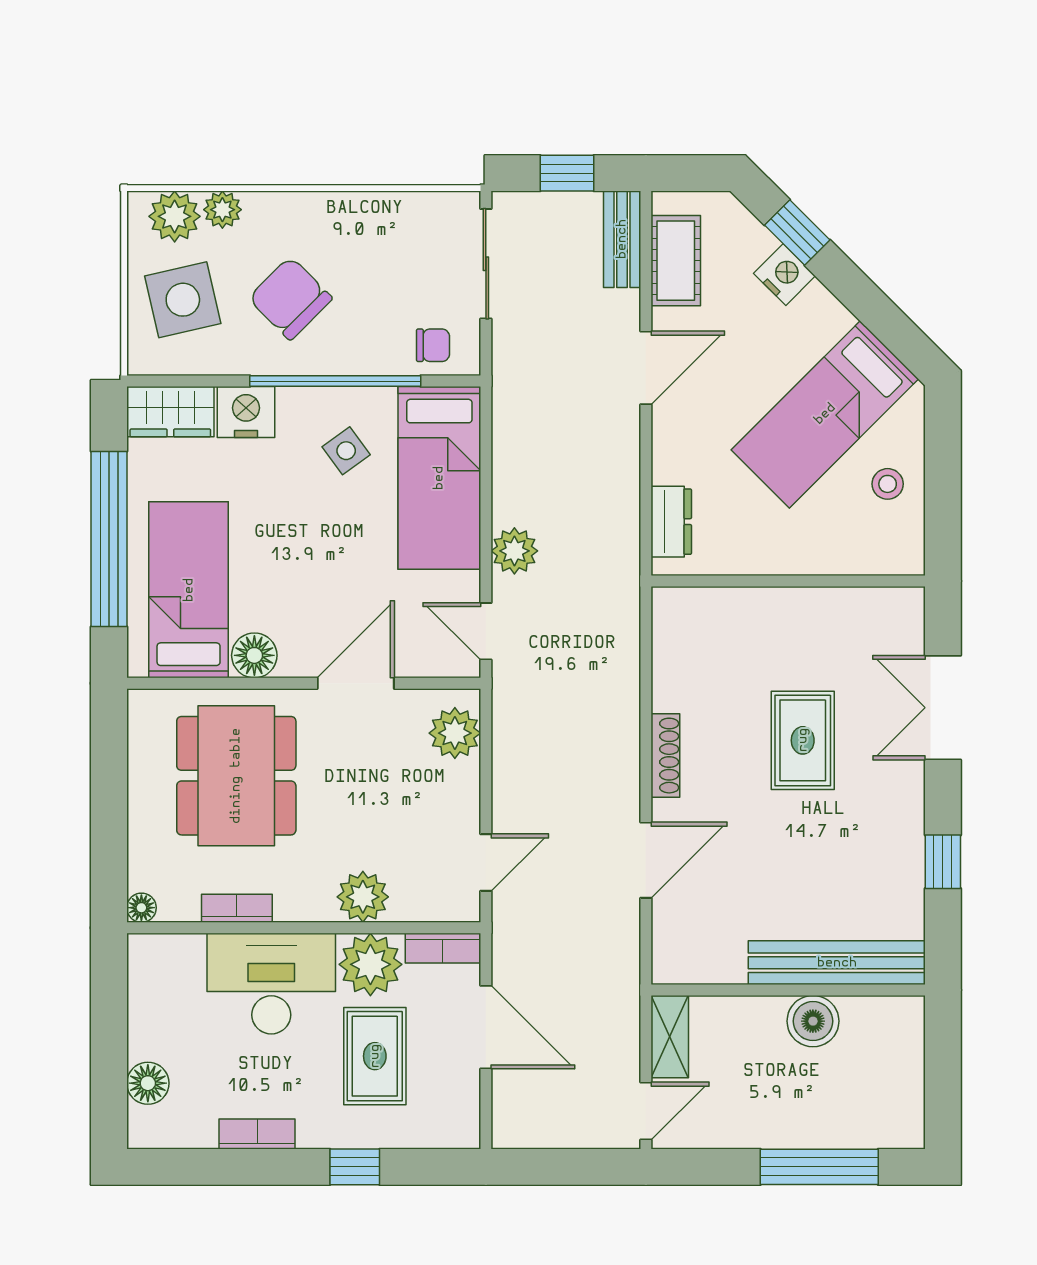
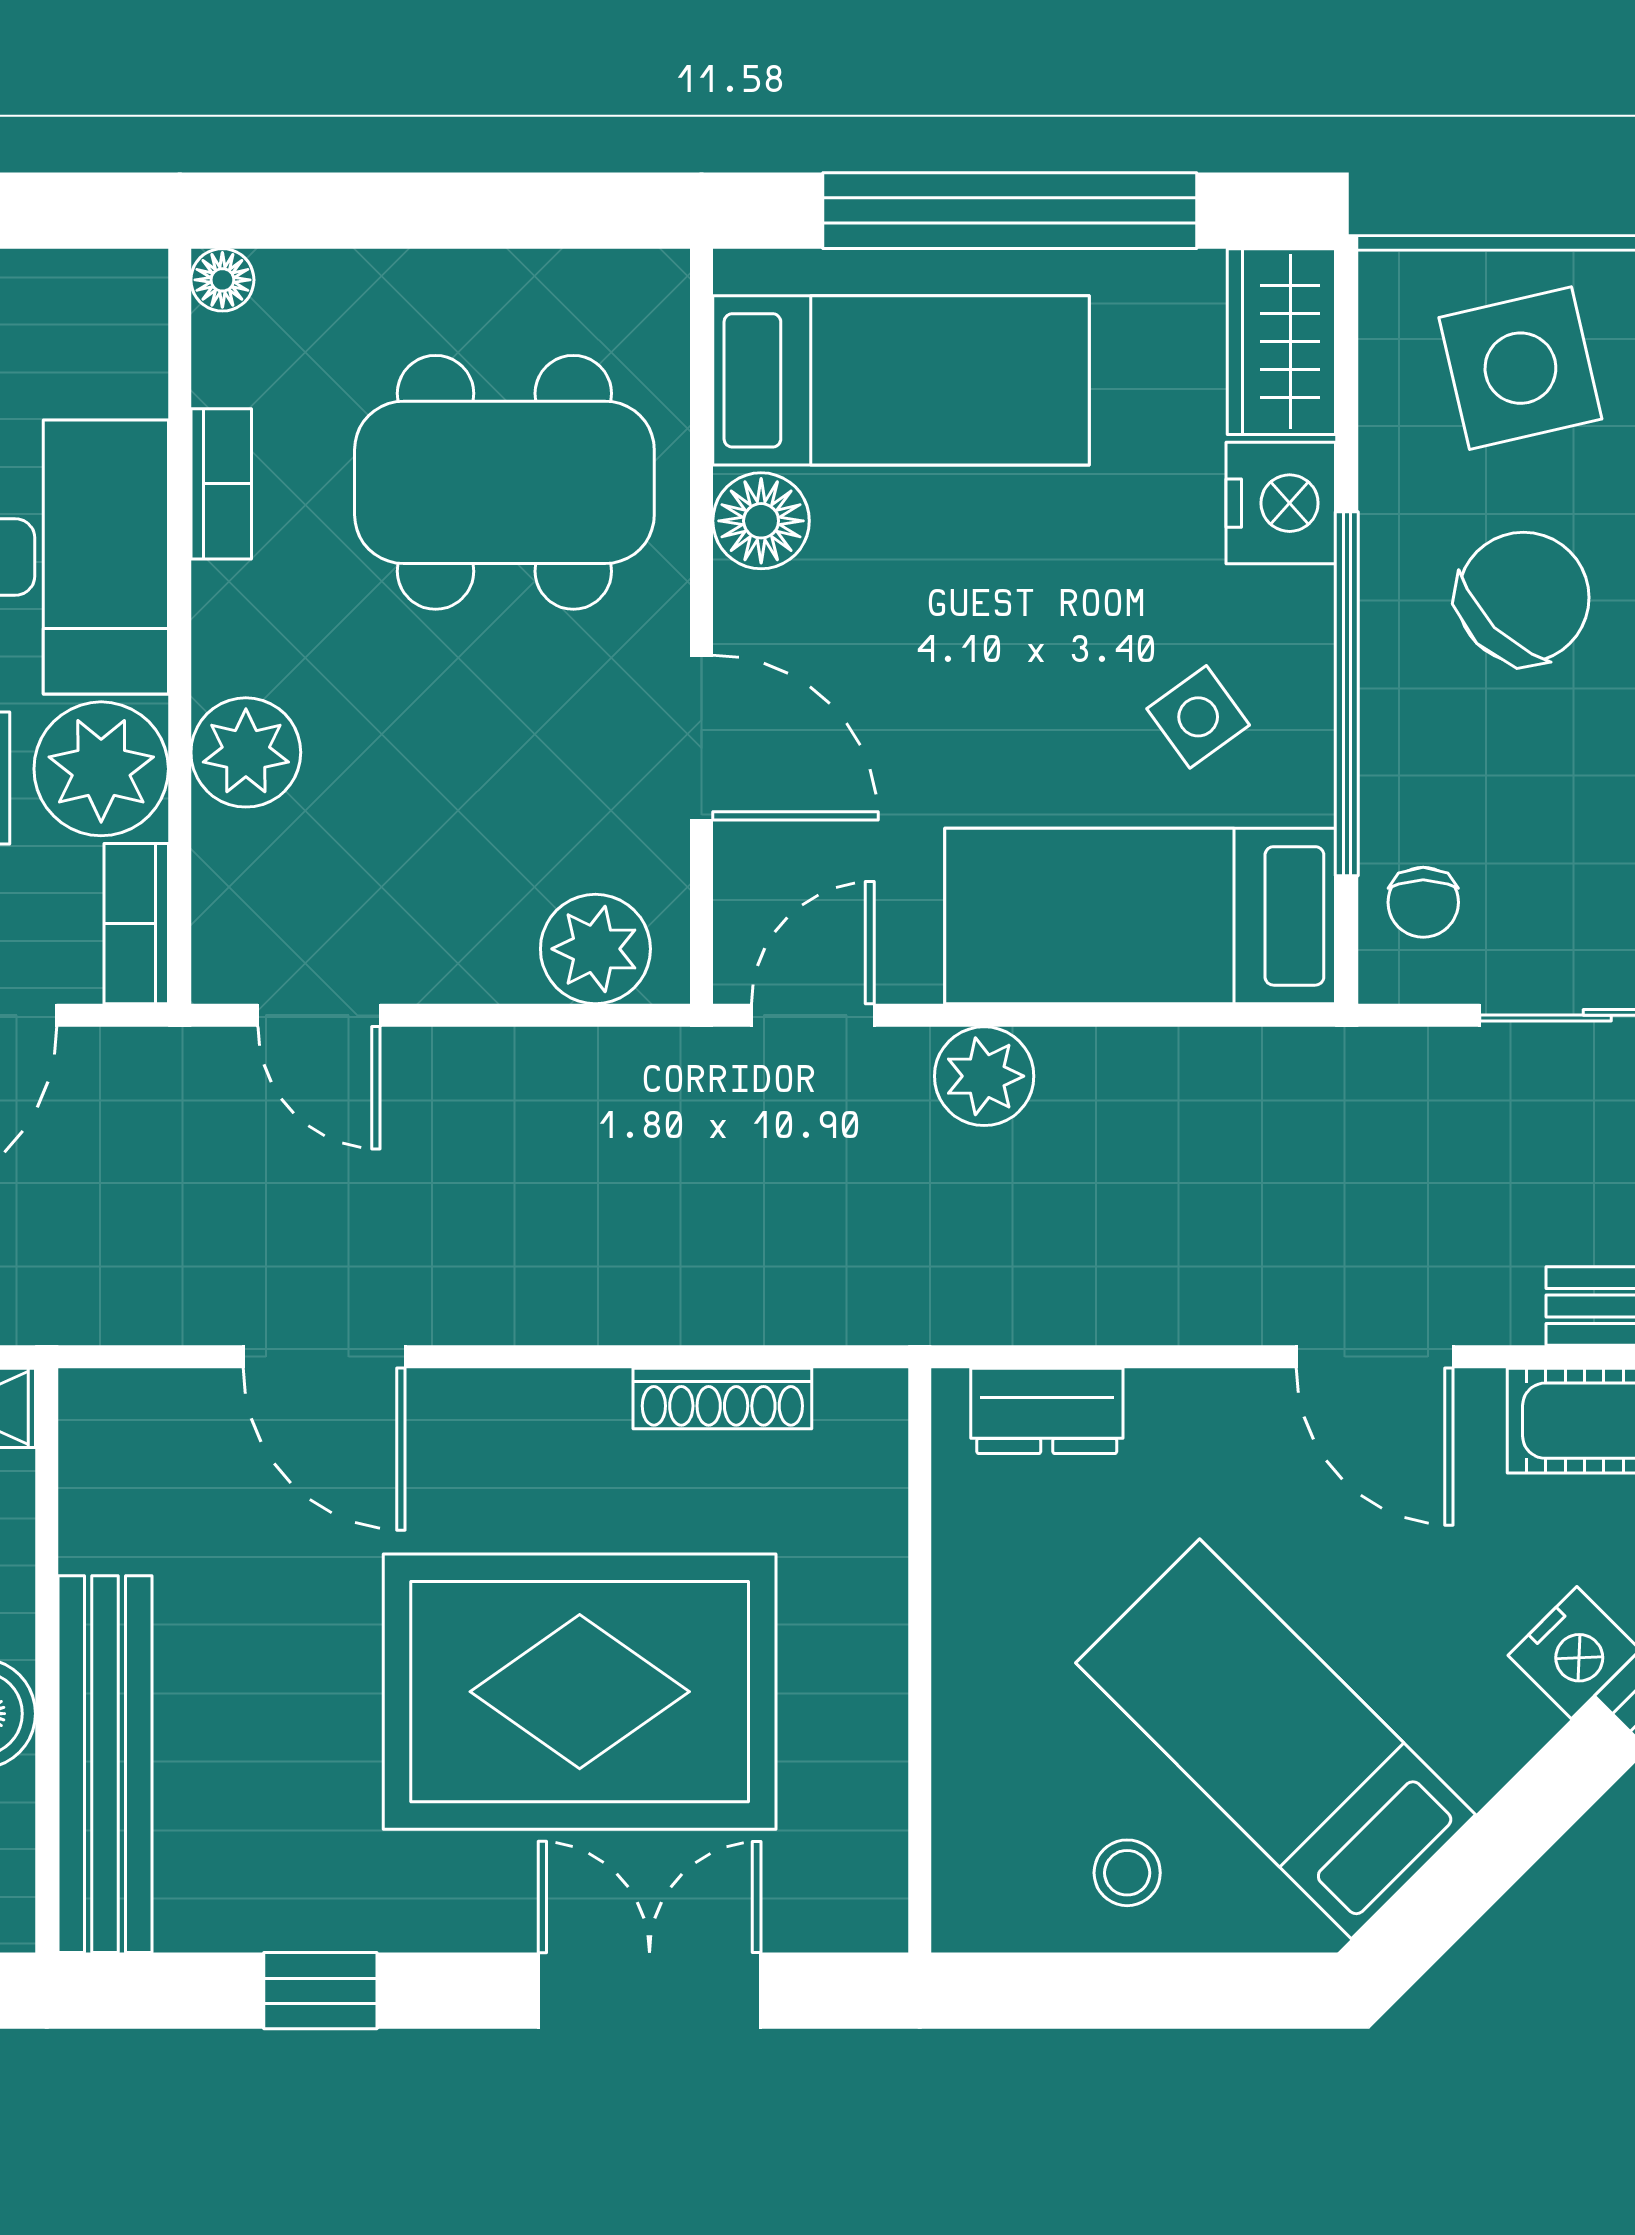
rug: (803, 740) -> (580, 1692), width x1.86, depth x2.06
shoe rack: (665, 756) -> (722, 1399), moved

